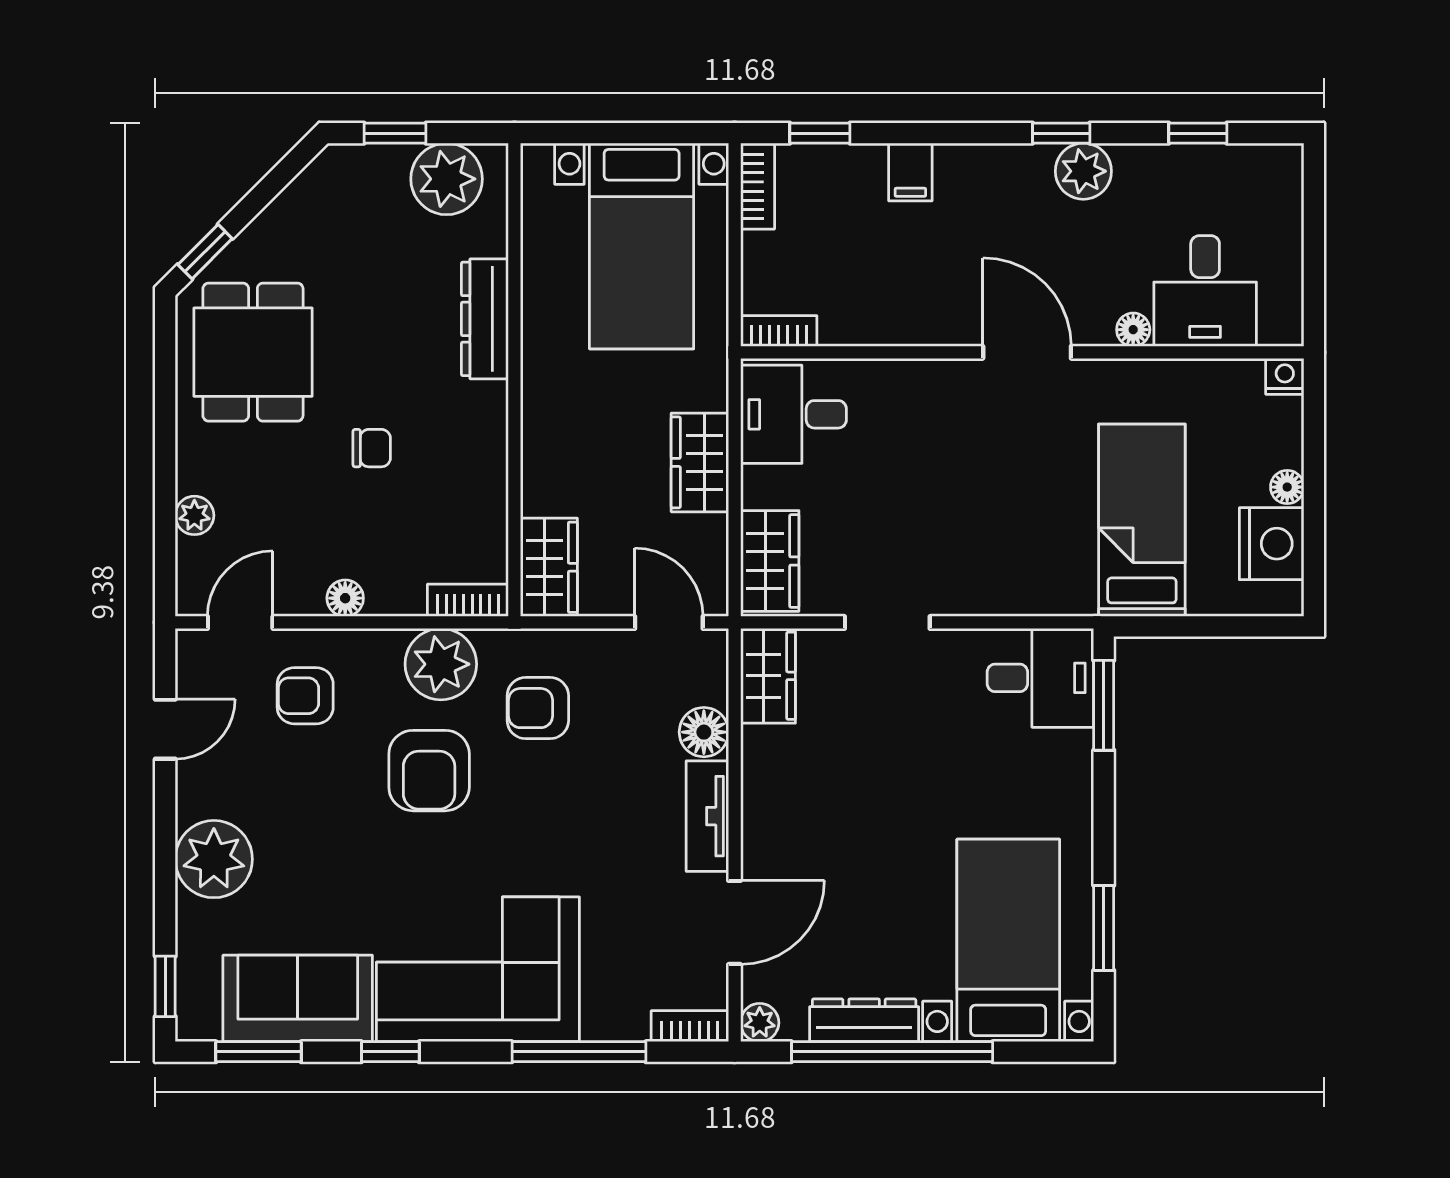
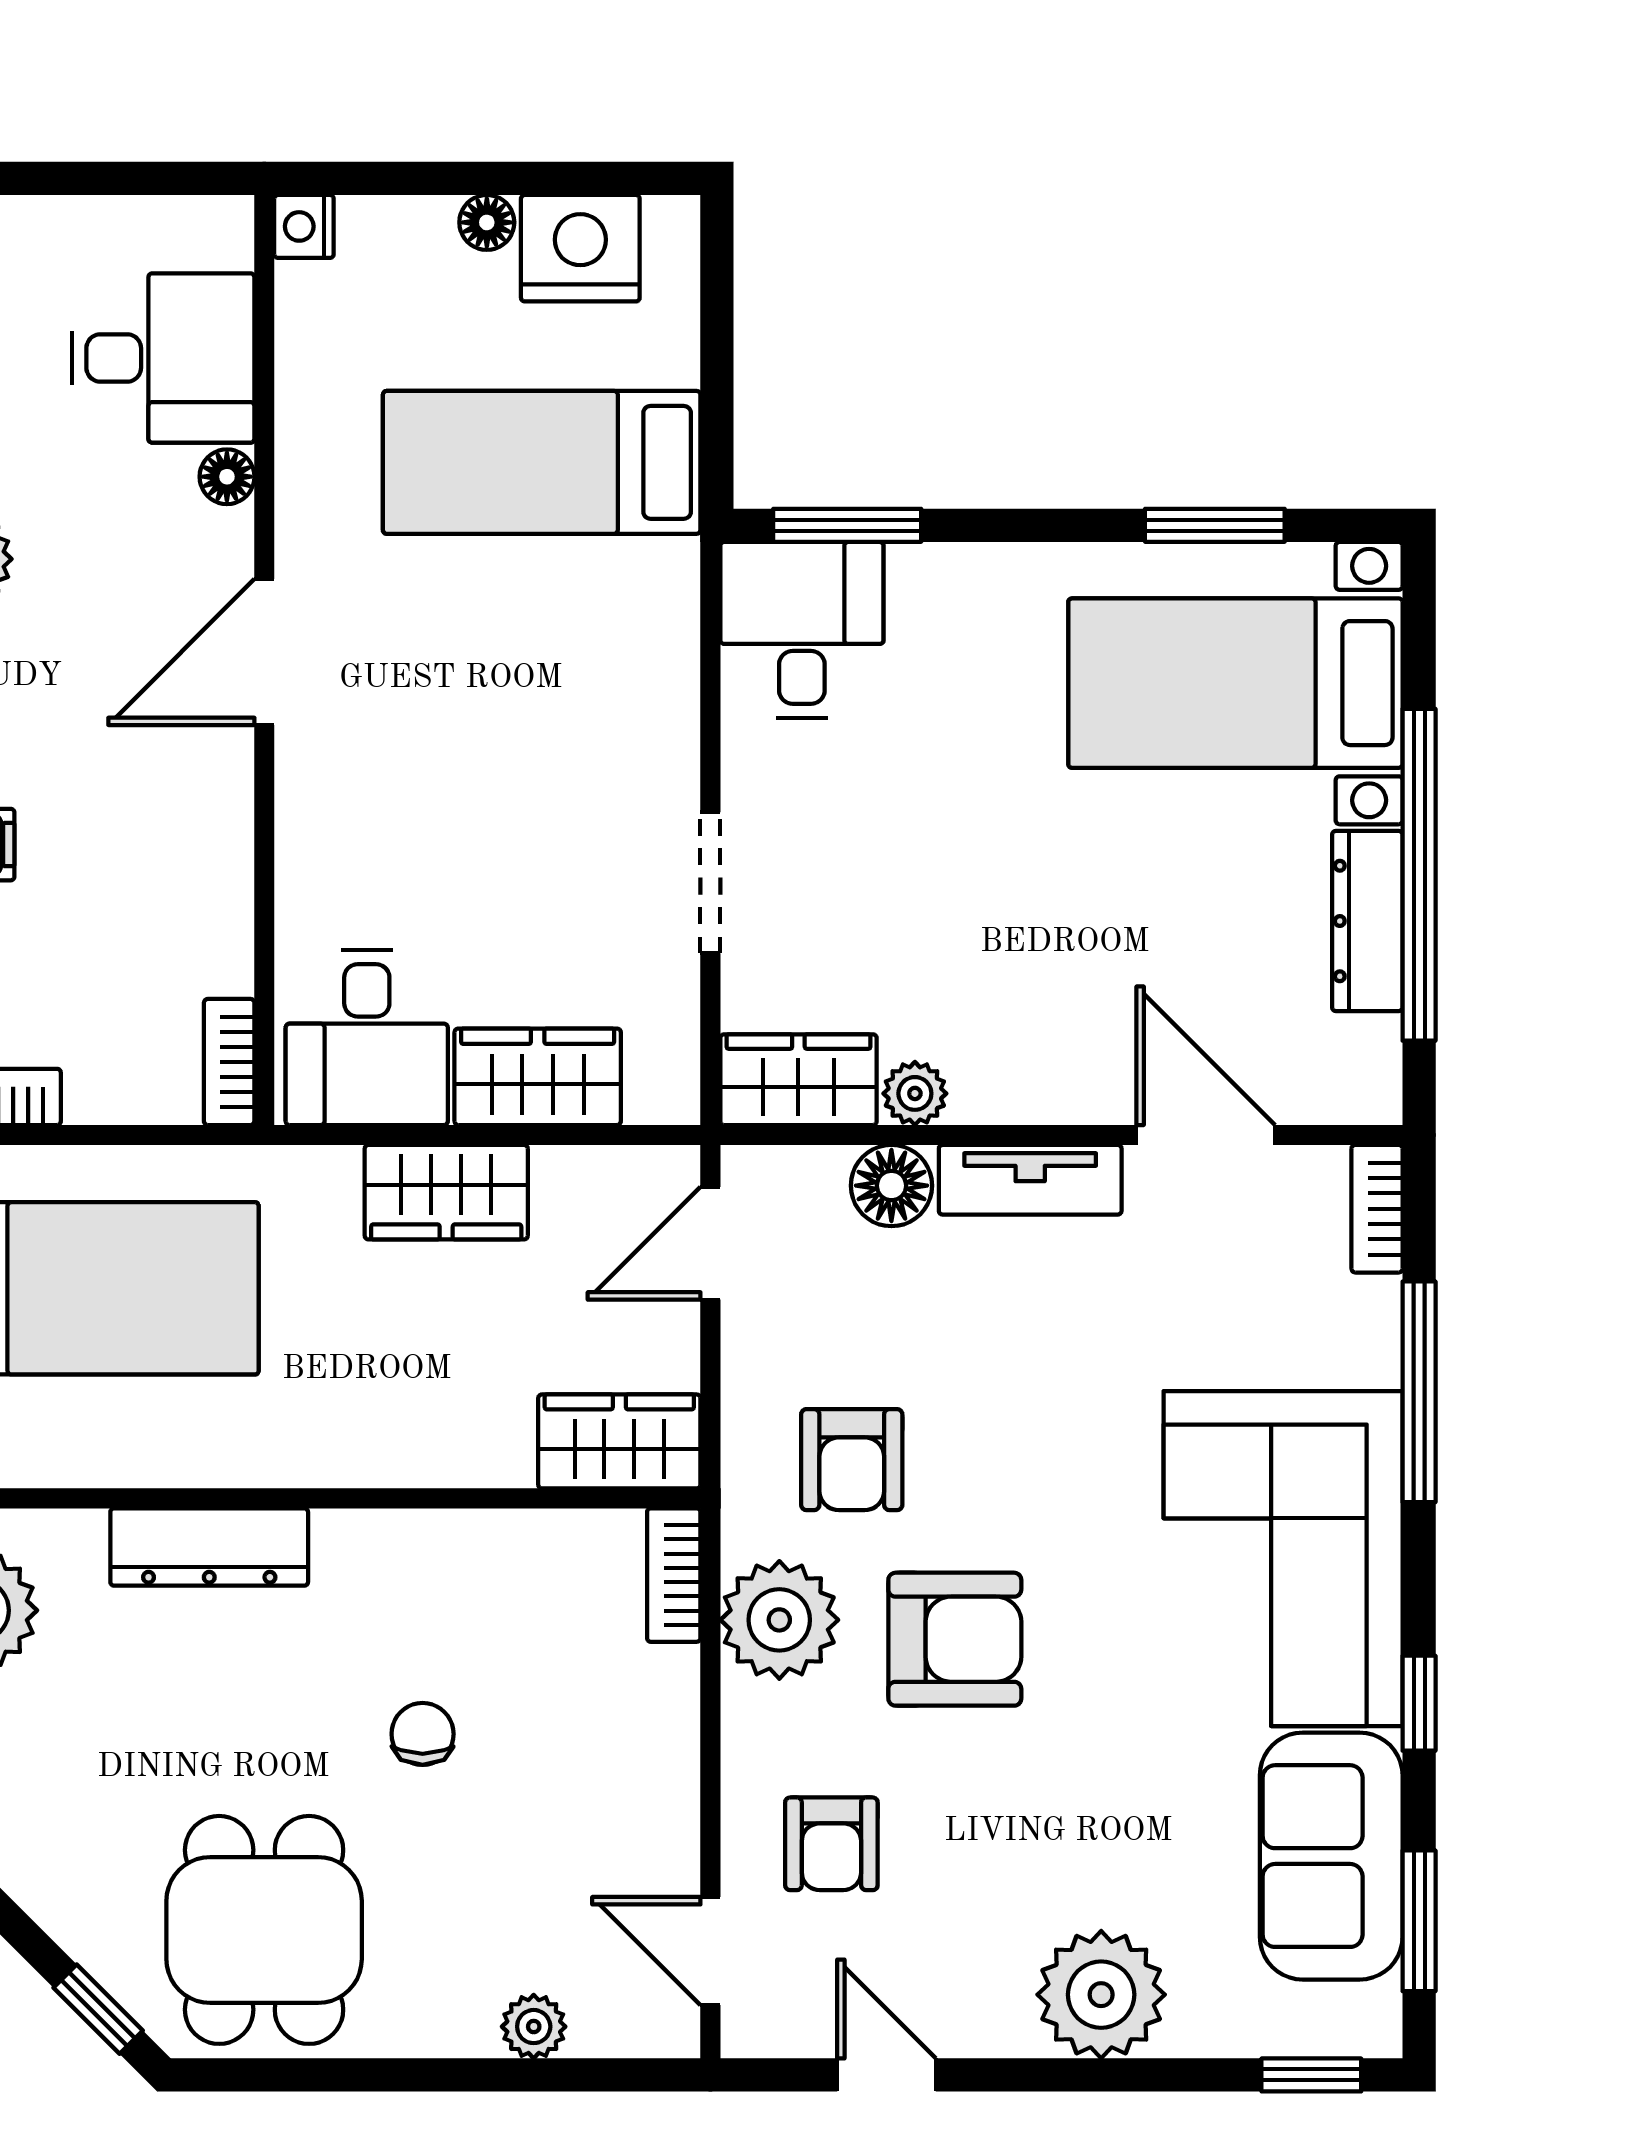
dining table: (253, 352) -> (264, 1930), turned 90
wardrobe: (770, 561) -> (538, 1077), moved
floor lamp: (345, 598) -> (670, 1778), removed
plant: (760, 1023) -> (915, 1093), moved

